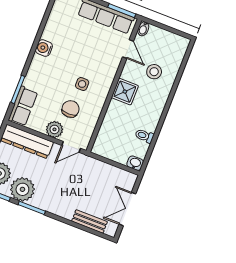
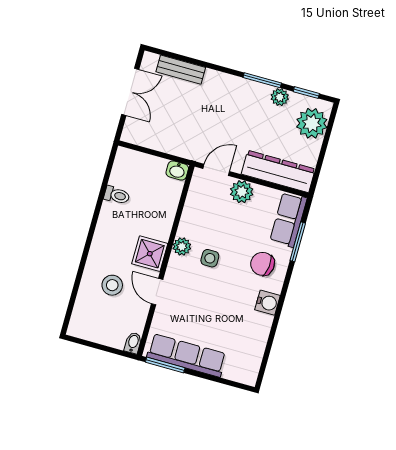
door: (128, 49) -> (157, 292), moved
plant: (101, 94) -> (182, 247), added
chair: (70, 109) -> (263, 264), moved, turned 97
washbasin: (135, 163) -> (177, 171), moved
plant: (22, 189) -> (280, 97), width x0.53, depth x0.53

